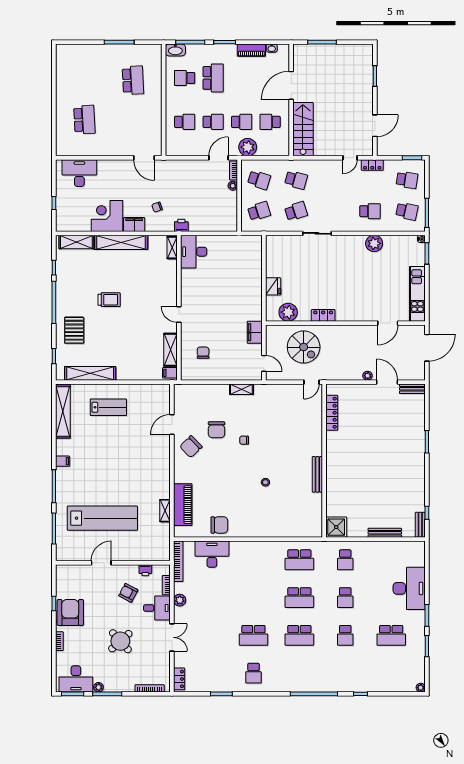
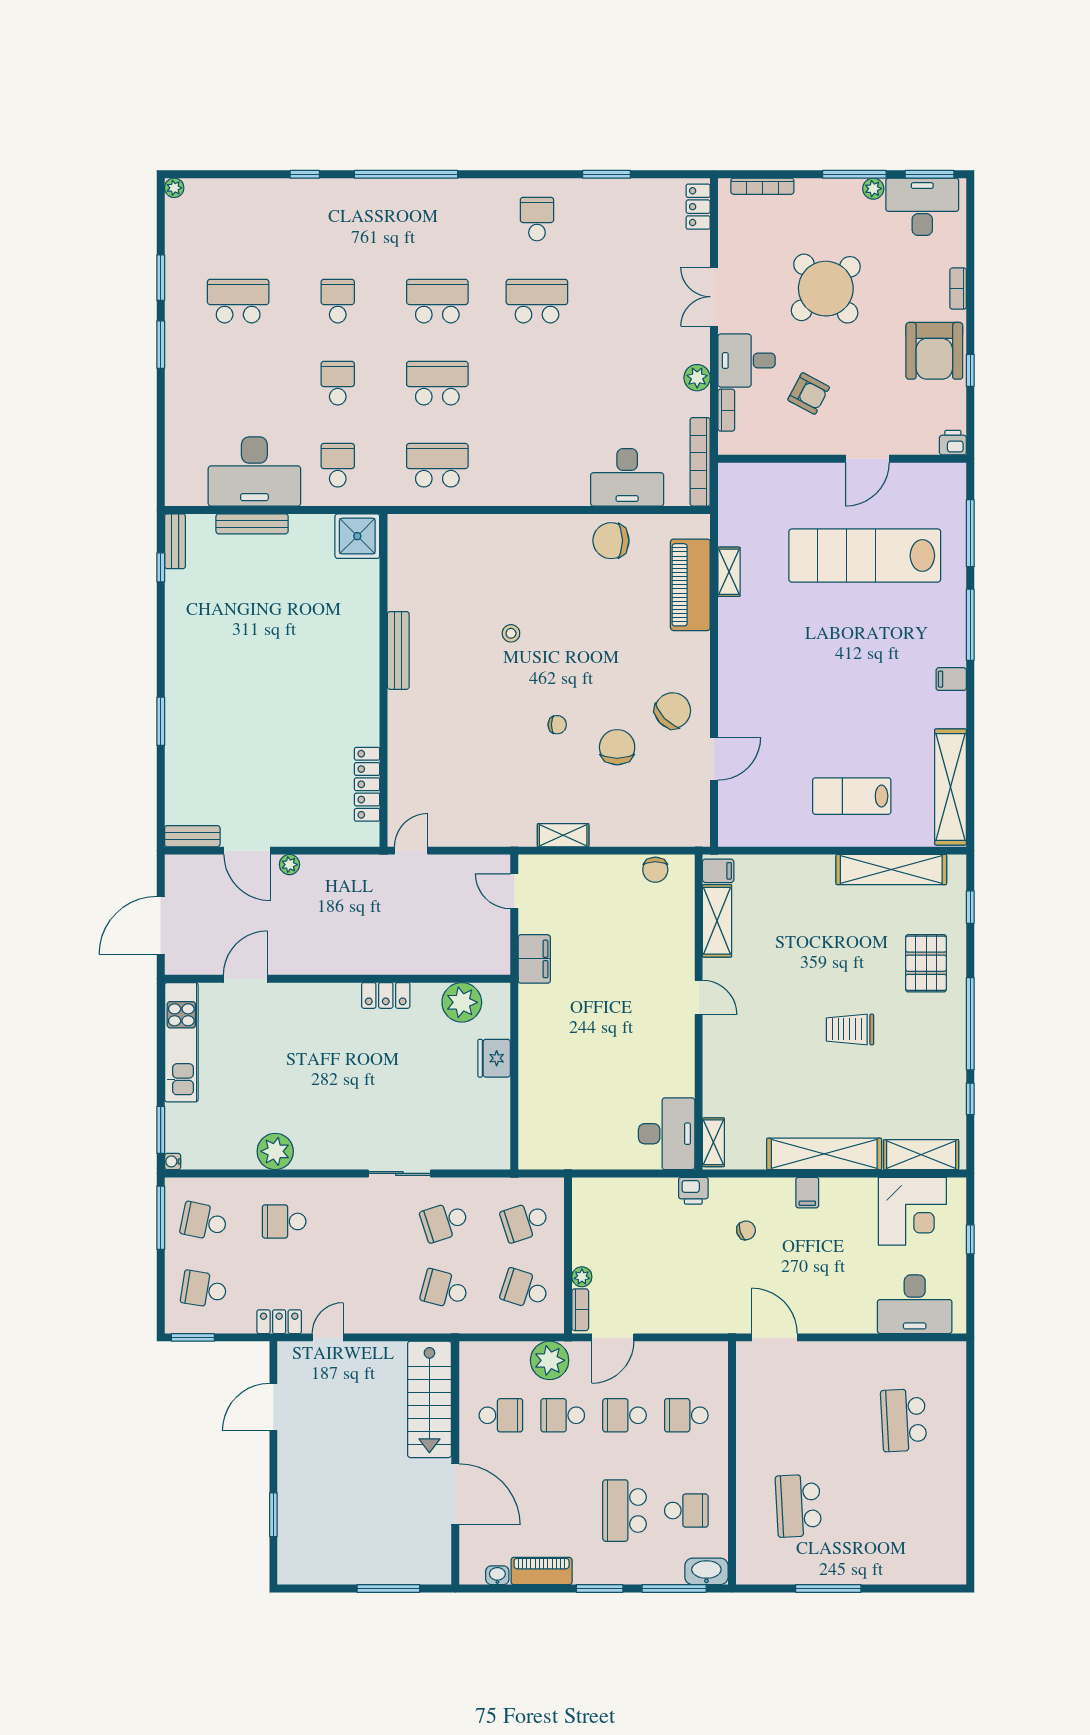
door: (291, 85) -> (455, 1494), hinge flipped
corner desk: (107, 216) -> (912, 1211), moved
filing cabinet: (134, 225) -> (807, 1193), width x0.50
spiral stairs: (304, 347) -> (428, 927), removed
chair: (203, 353) -> (655, 870), moved
printer: (145, 570) -> (953, 443), moved
desk: (409, 588) -> (254, 471), moved, turned -90
round table: (120, 641) -> (826, 289), width x1.36, depth x1.36

